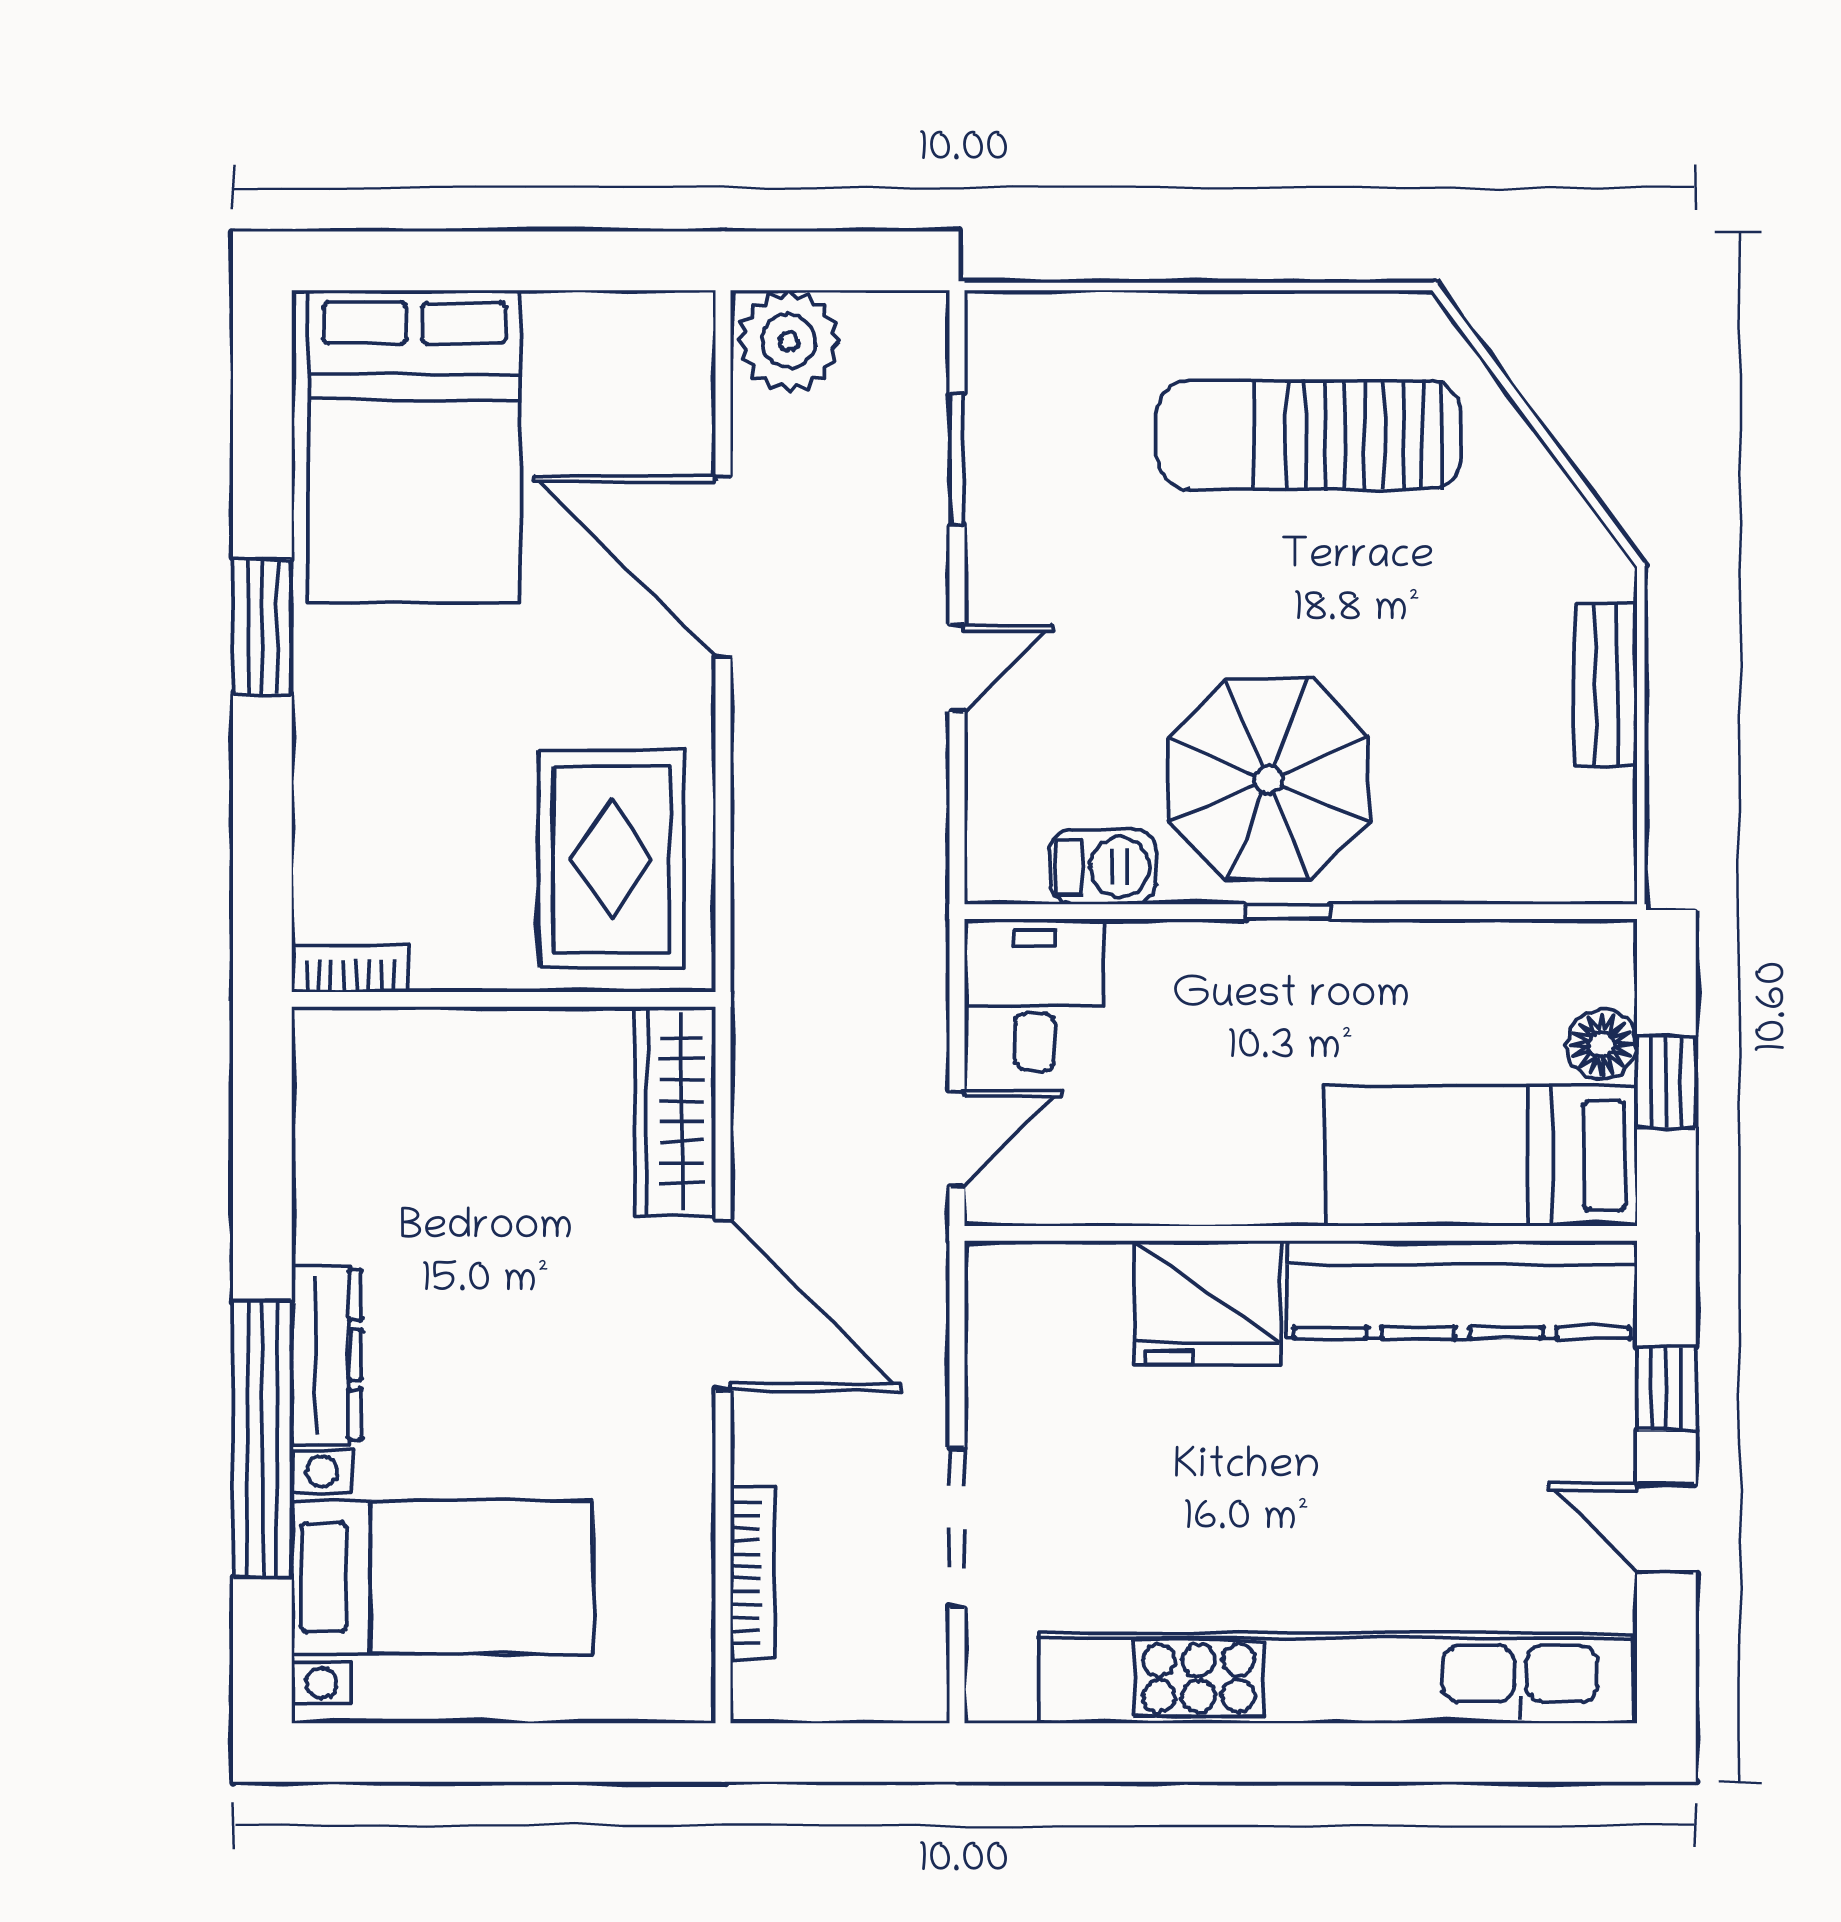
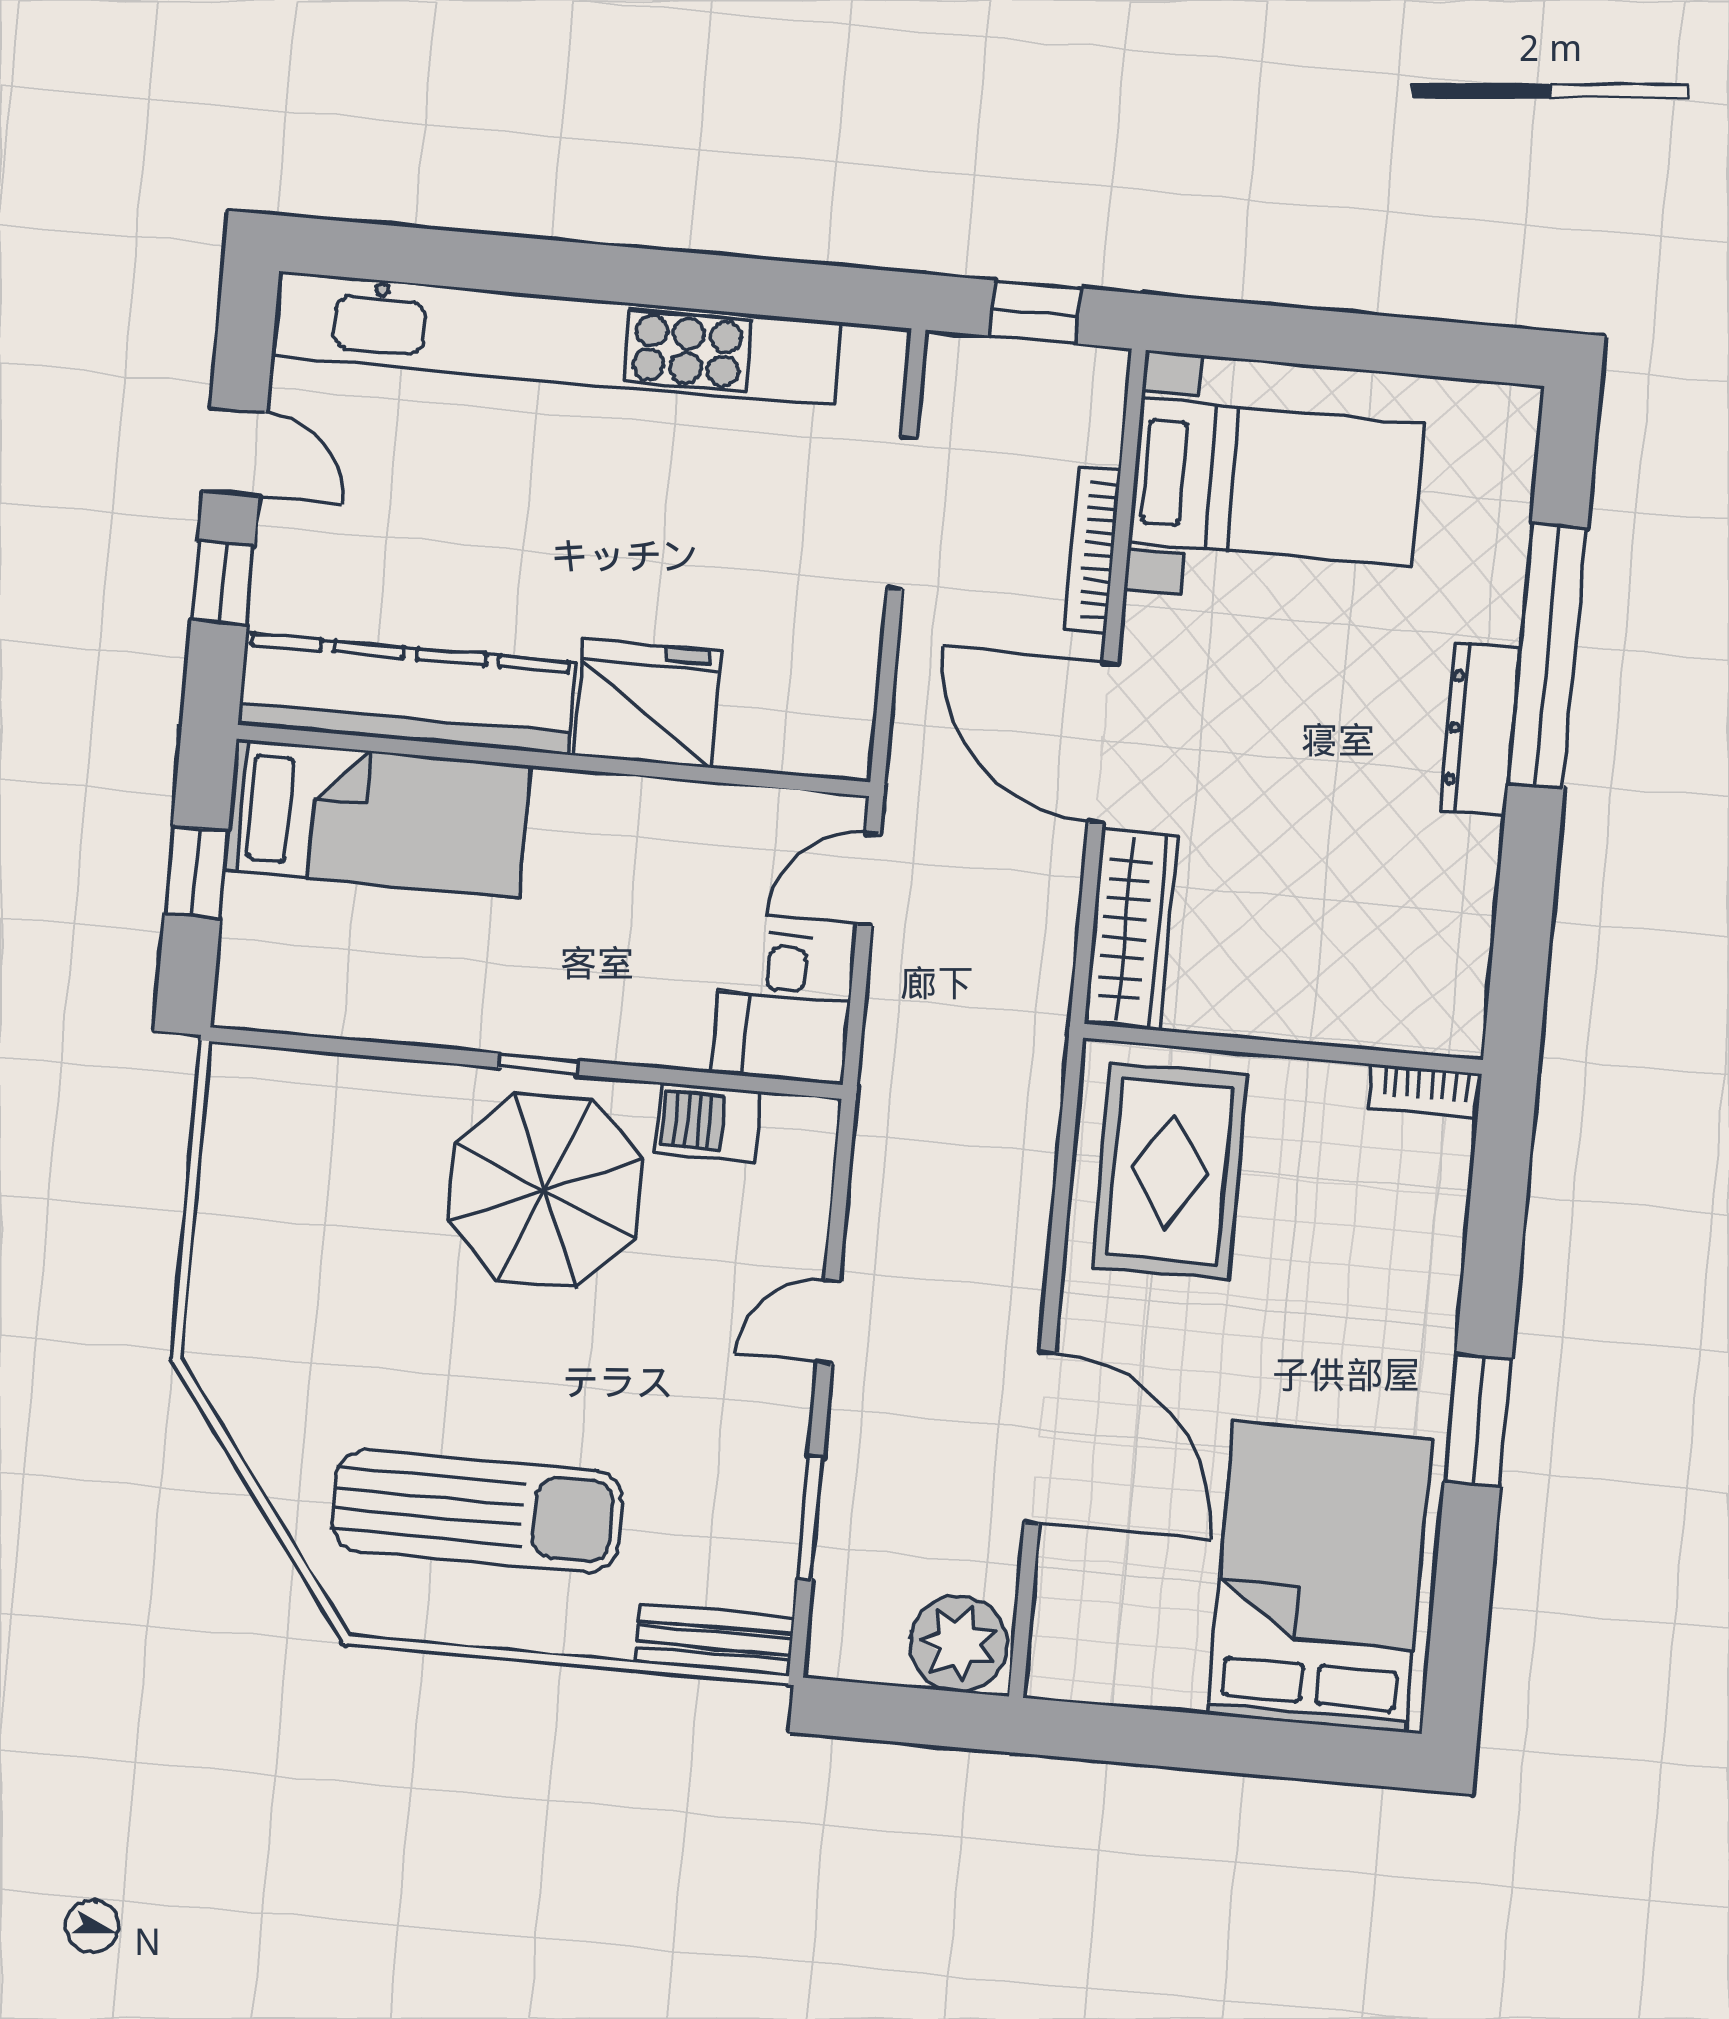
bench: (1606, 684) -> (715, 1640), moved, turned 90
floor lamp: (1602, 1044) -> (254, 913), removed
bookcase: (753, 1573) -> (1092, 550), moved
bed with nightstands: (442, 1577) -> (1276, 482), moved, turned 180
window: (836, 1753) -> (1035, 312), added

